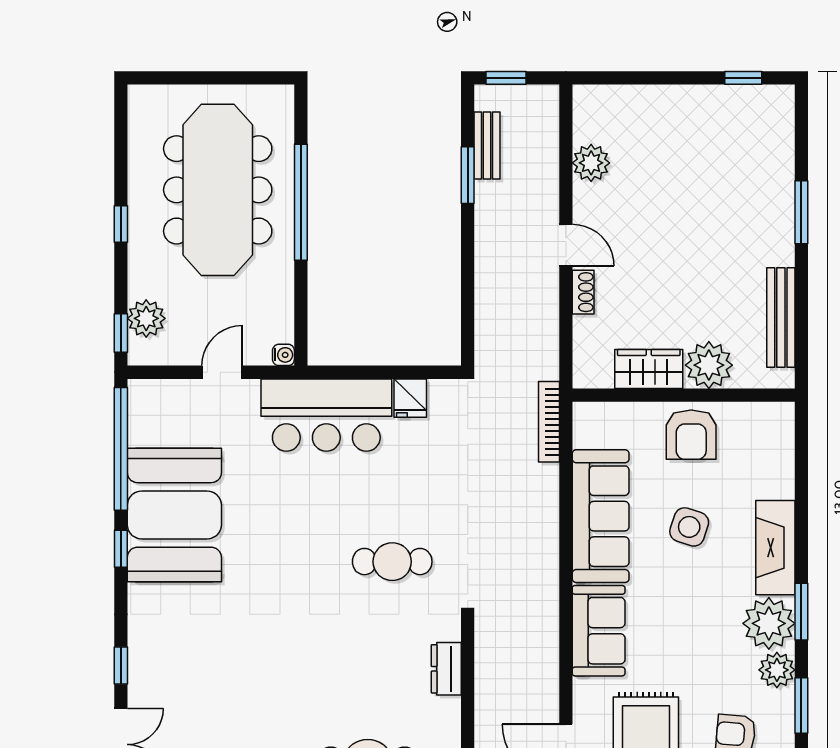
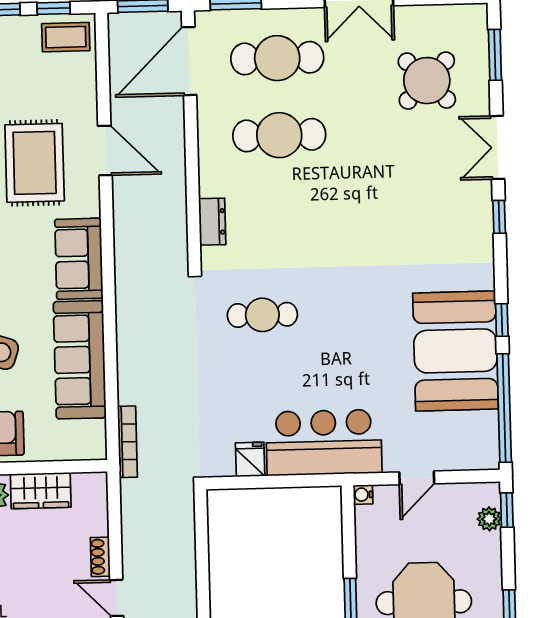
plant: (146, 318) -> (489, 519), width x0.73, depth x0.73

